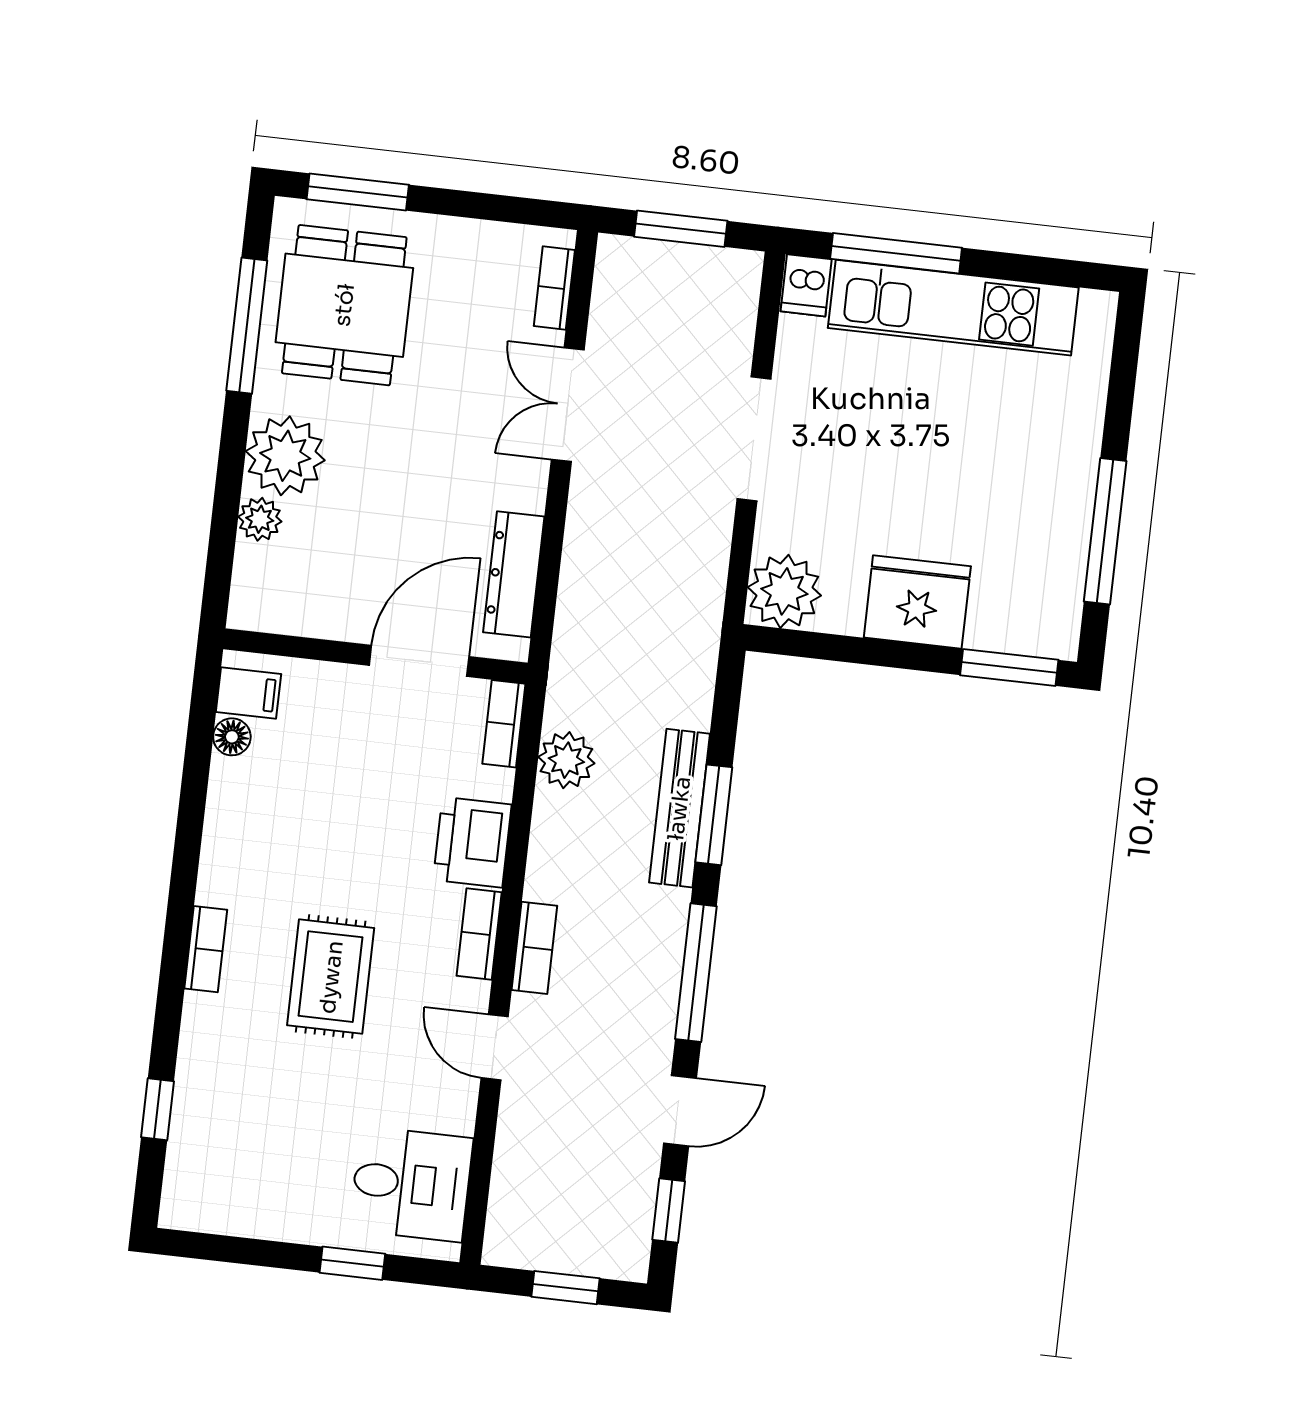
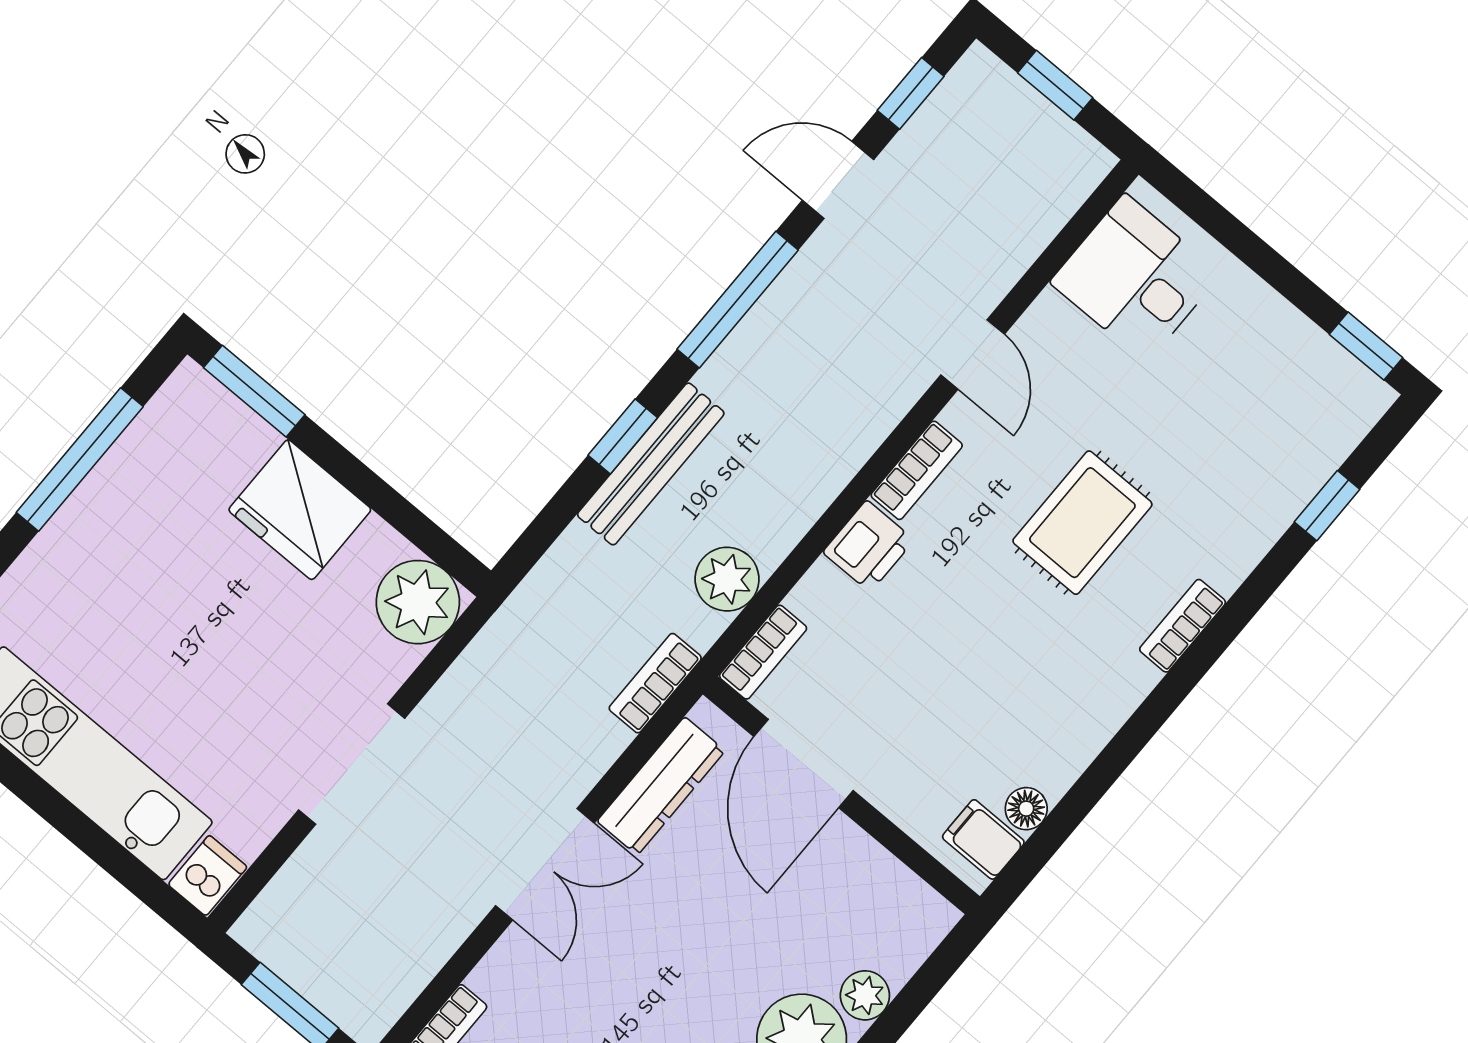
window: (896, 253) -> (103, 850), removed
double door: (568, 405) -> (545, 864), moved
door: (419, 661) -> (803, 763), hinge flipped
window: (714, 815) -> (623, 436), width x0.67
printer: (472, 842) -> (868, 546), width x0.73, depth x0.81
bookcase: (534, 948) -> (655, 683), moved
window: (352, 1263) -> (1366, 346), moved

